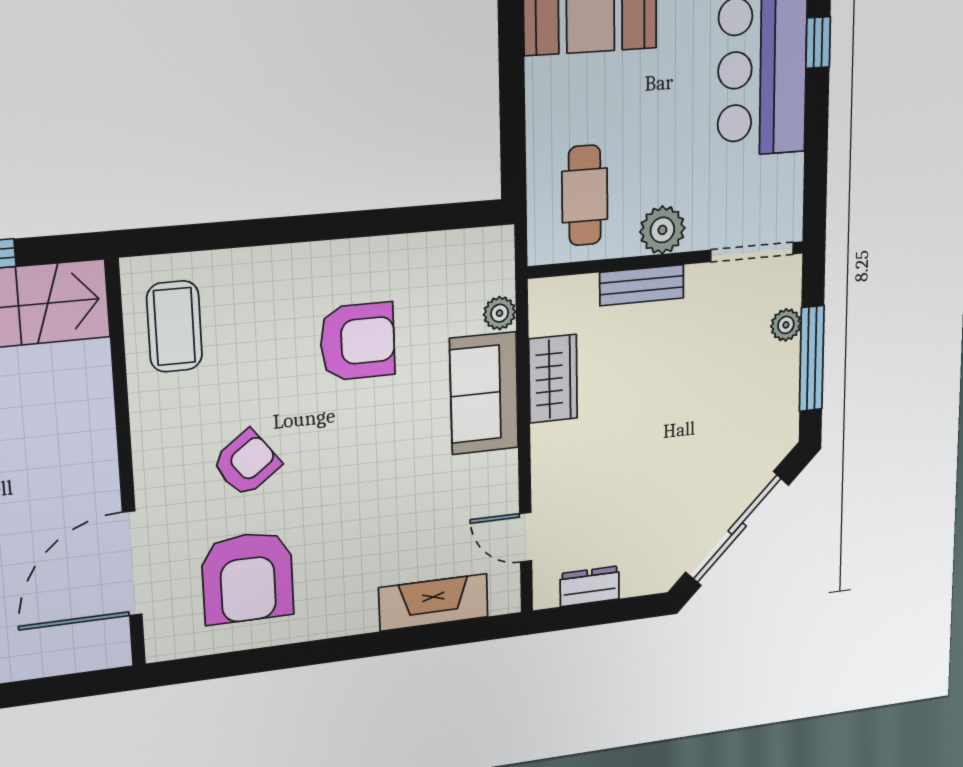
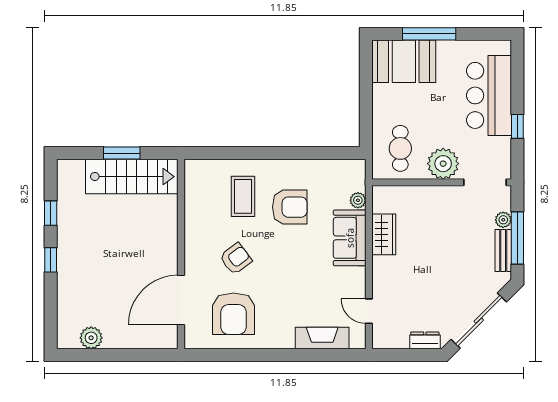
window: (818, 43) -> (517, 126), moved
plant: (662, 230) -> (443, 164), width x1.36, depth x1.36
bench: (642, 285) -> (503, 251), moved, turned 90
coffee table: (174, 327) -> (243, 196), moved
dresser: (590, 586) -> (425, 340), moved

